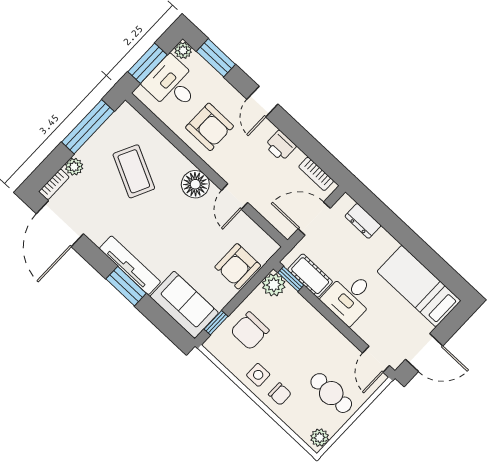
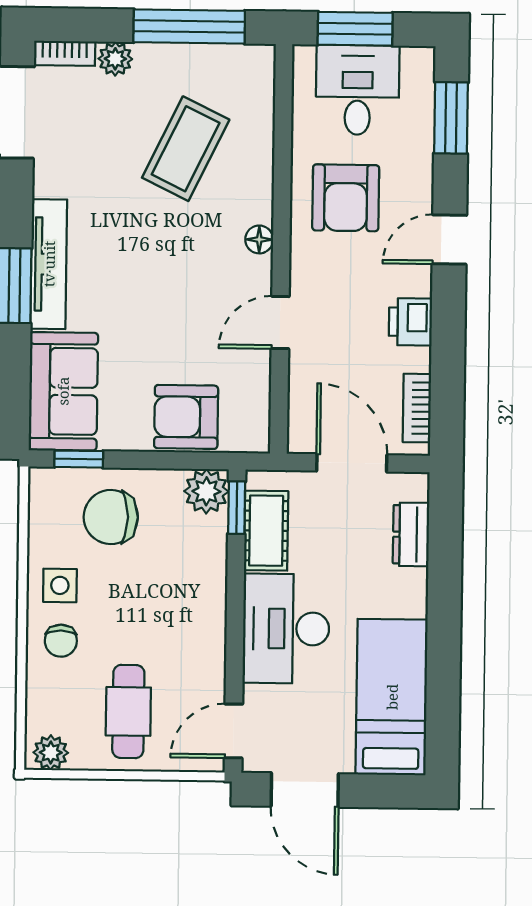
plant: (183, 50) -> (419, 62), removed
floor lamp: (195, 184) -> (259, 239), width x0.53, depth x0.53
desk: (349, 297) -> (286, 629), width x1.37

